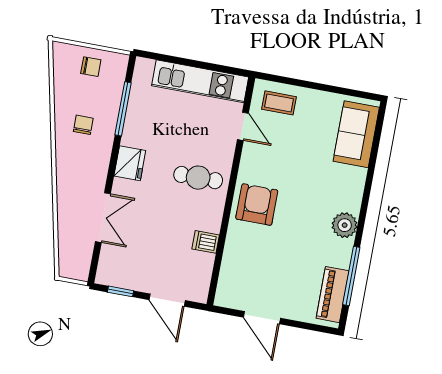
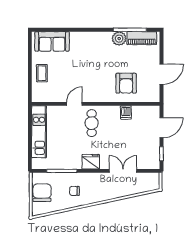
chair: (91, 67) -> (42, 193), width x1.87, depth x1.87
coffee table: (279, 103) -> (42, 73), moved
door: (243, 126) -> (74, 104), moved
armchair: (257, 205) -> (126, 83), moved, turned -90
plant: (345, 225) -> (119, 39), moved

